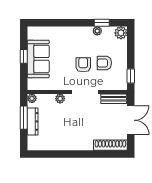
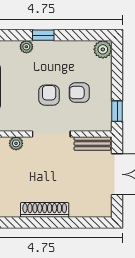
window: (102, 23) -> (43, 35), moved
plant: (97, 31) -> (26, 47), moved
shoe rack: (110, 145) -> (45, 210), moved

